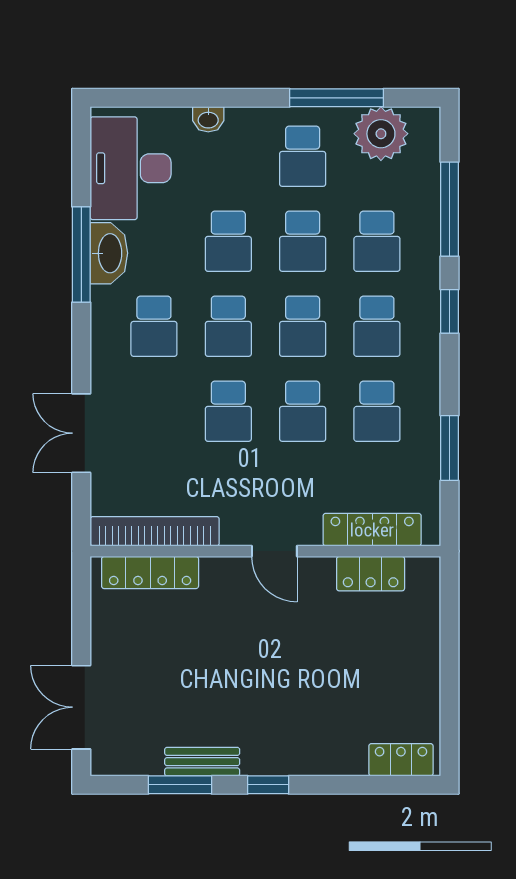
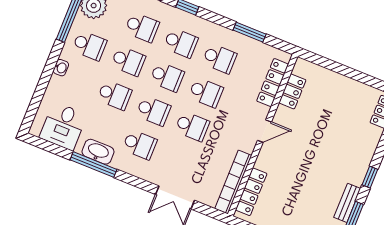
washbasin: (208, 119) -> (61, 68), moved
desk: (131, 168) -> (63, 126), width x0.73

